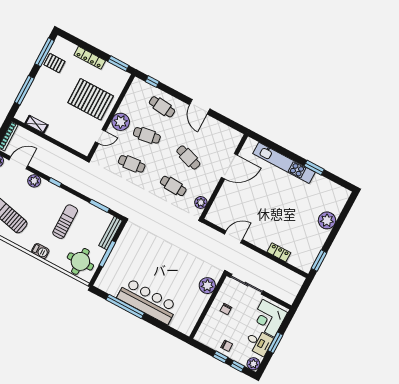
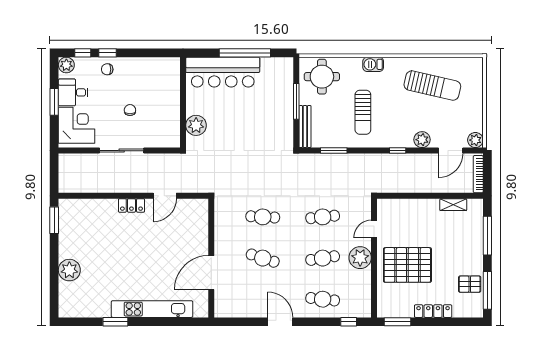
plant: (201, 202) -> (222, 215), removed
locker: (279, 252) -> (131, 205), moved
plant: (207, 286) -> (196, 125), moved
wall: (208, 306) -> (183, 102), moved

